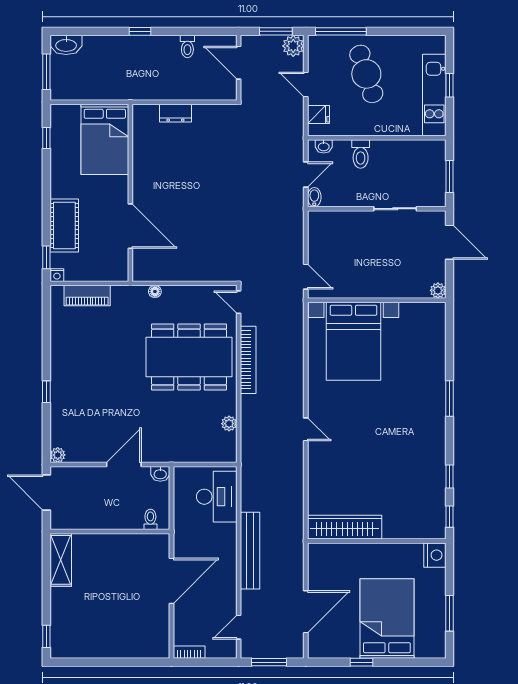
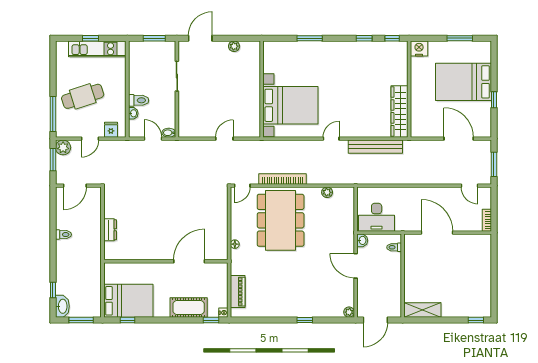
window: (140, 31) -> (53, 290), moved
toilet: (187, 46) -> (63, 235), moved
bed: (105, 139) -> (128, 301), moved
washbasin: (324, 146) -> (133, 113), moved
wall: (377, 300) -> (262, 89), moved
bed with nightstands: (354, 341) -> (290, 105), moved
desk: (217, 497) -> (377, 217), moved, turned 180
bench: (250, 551) -> (375, 147), moved

